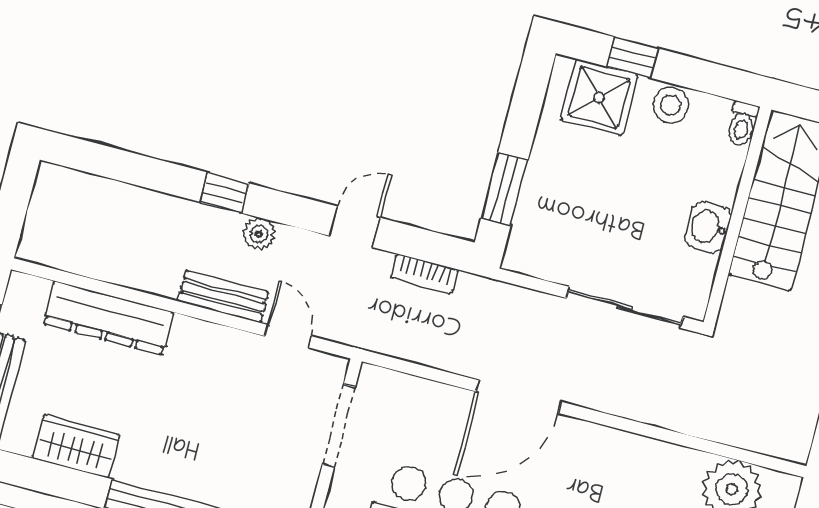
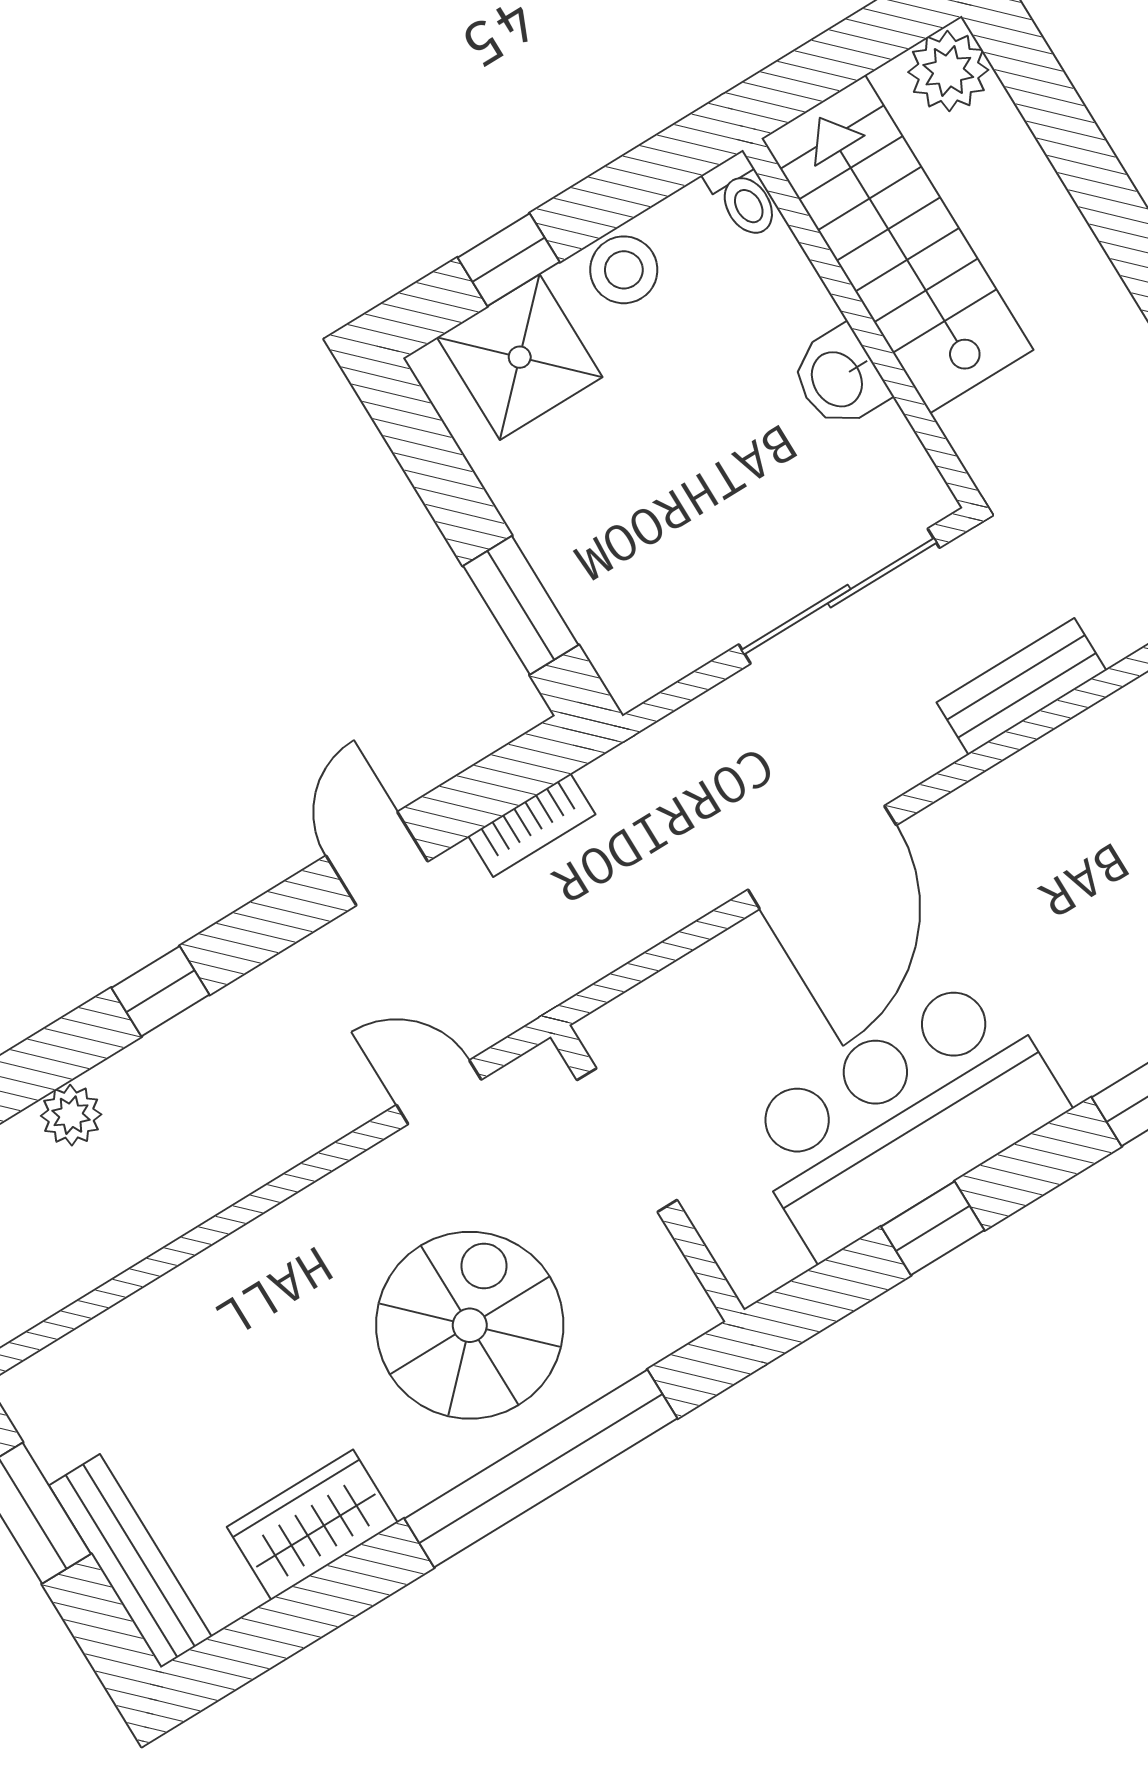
plant: (259, 234) -> (71, 1115), moved
bench: (223, 296) -> (1022, 686), moved
dresser: (108, 318) -> (179, 1313), removed
spiral stairs: (210, 433) -> (470, 1325), added

